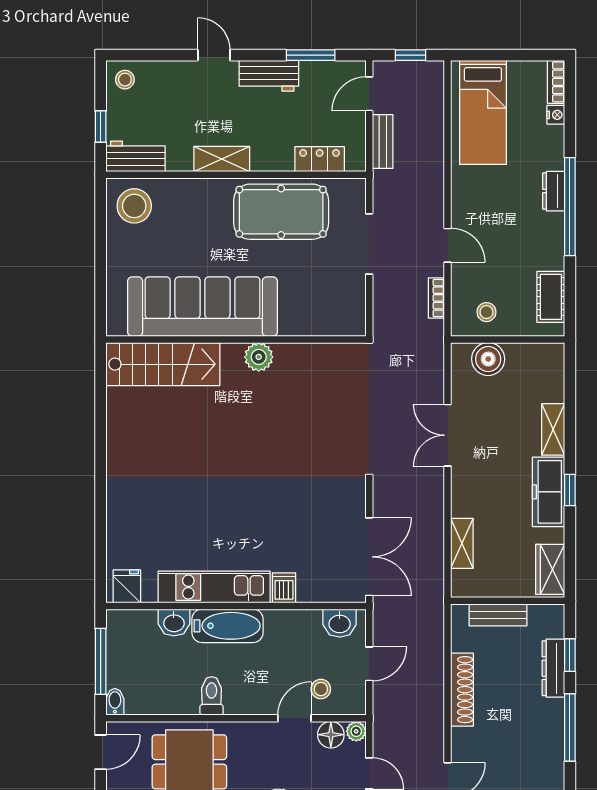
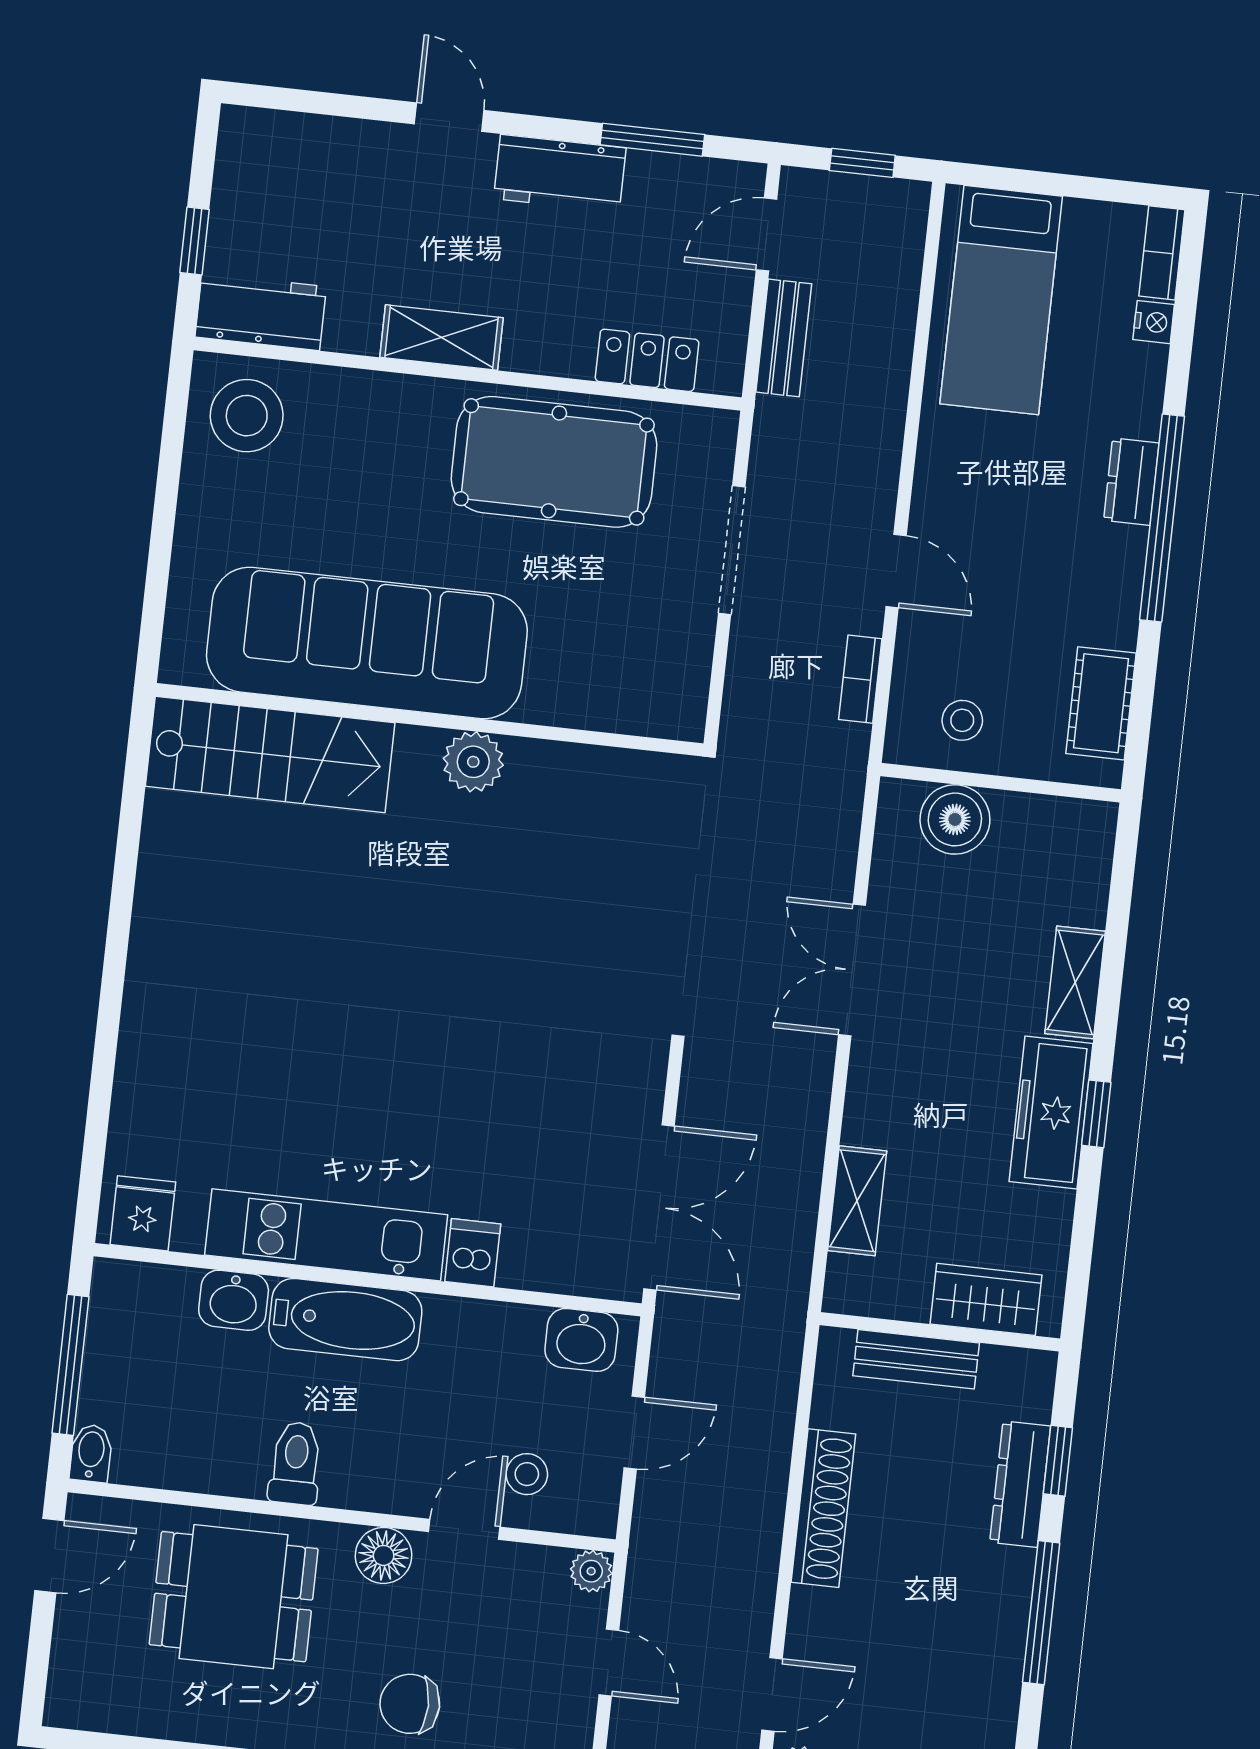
stool: (125, 80) -> (256, 148), removed
wardrobe: (550, 569) -> (986, 1299), moved, turned 90
floor lamp: (331, 735) -> (384, 1555), moved

